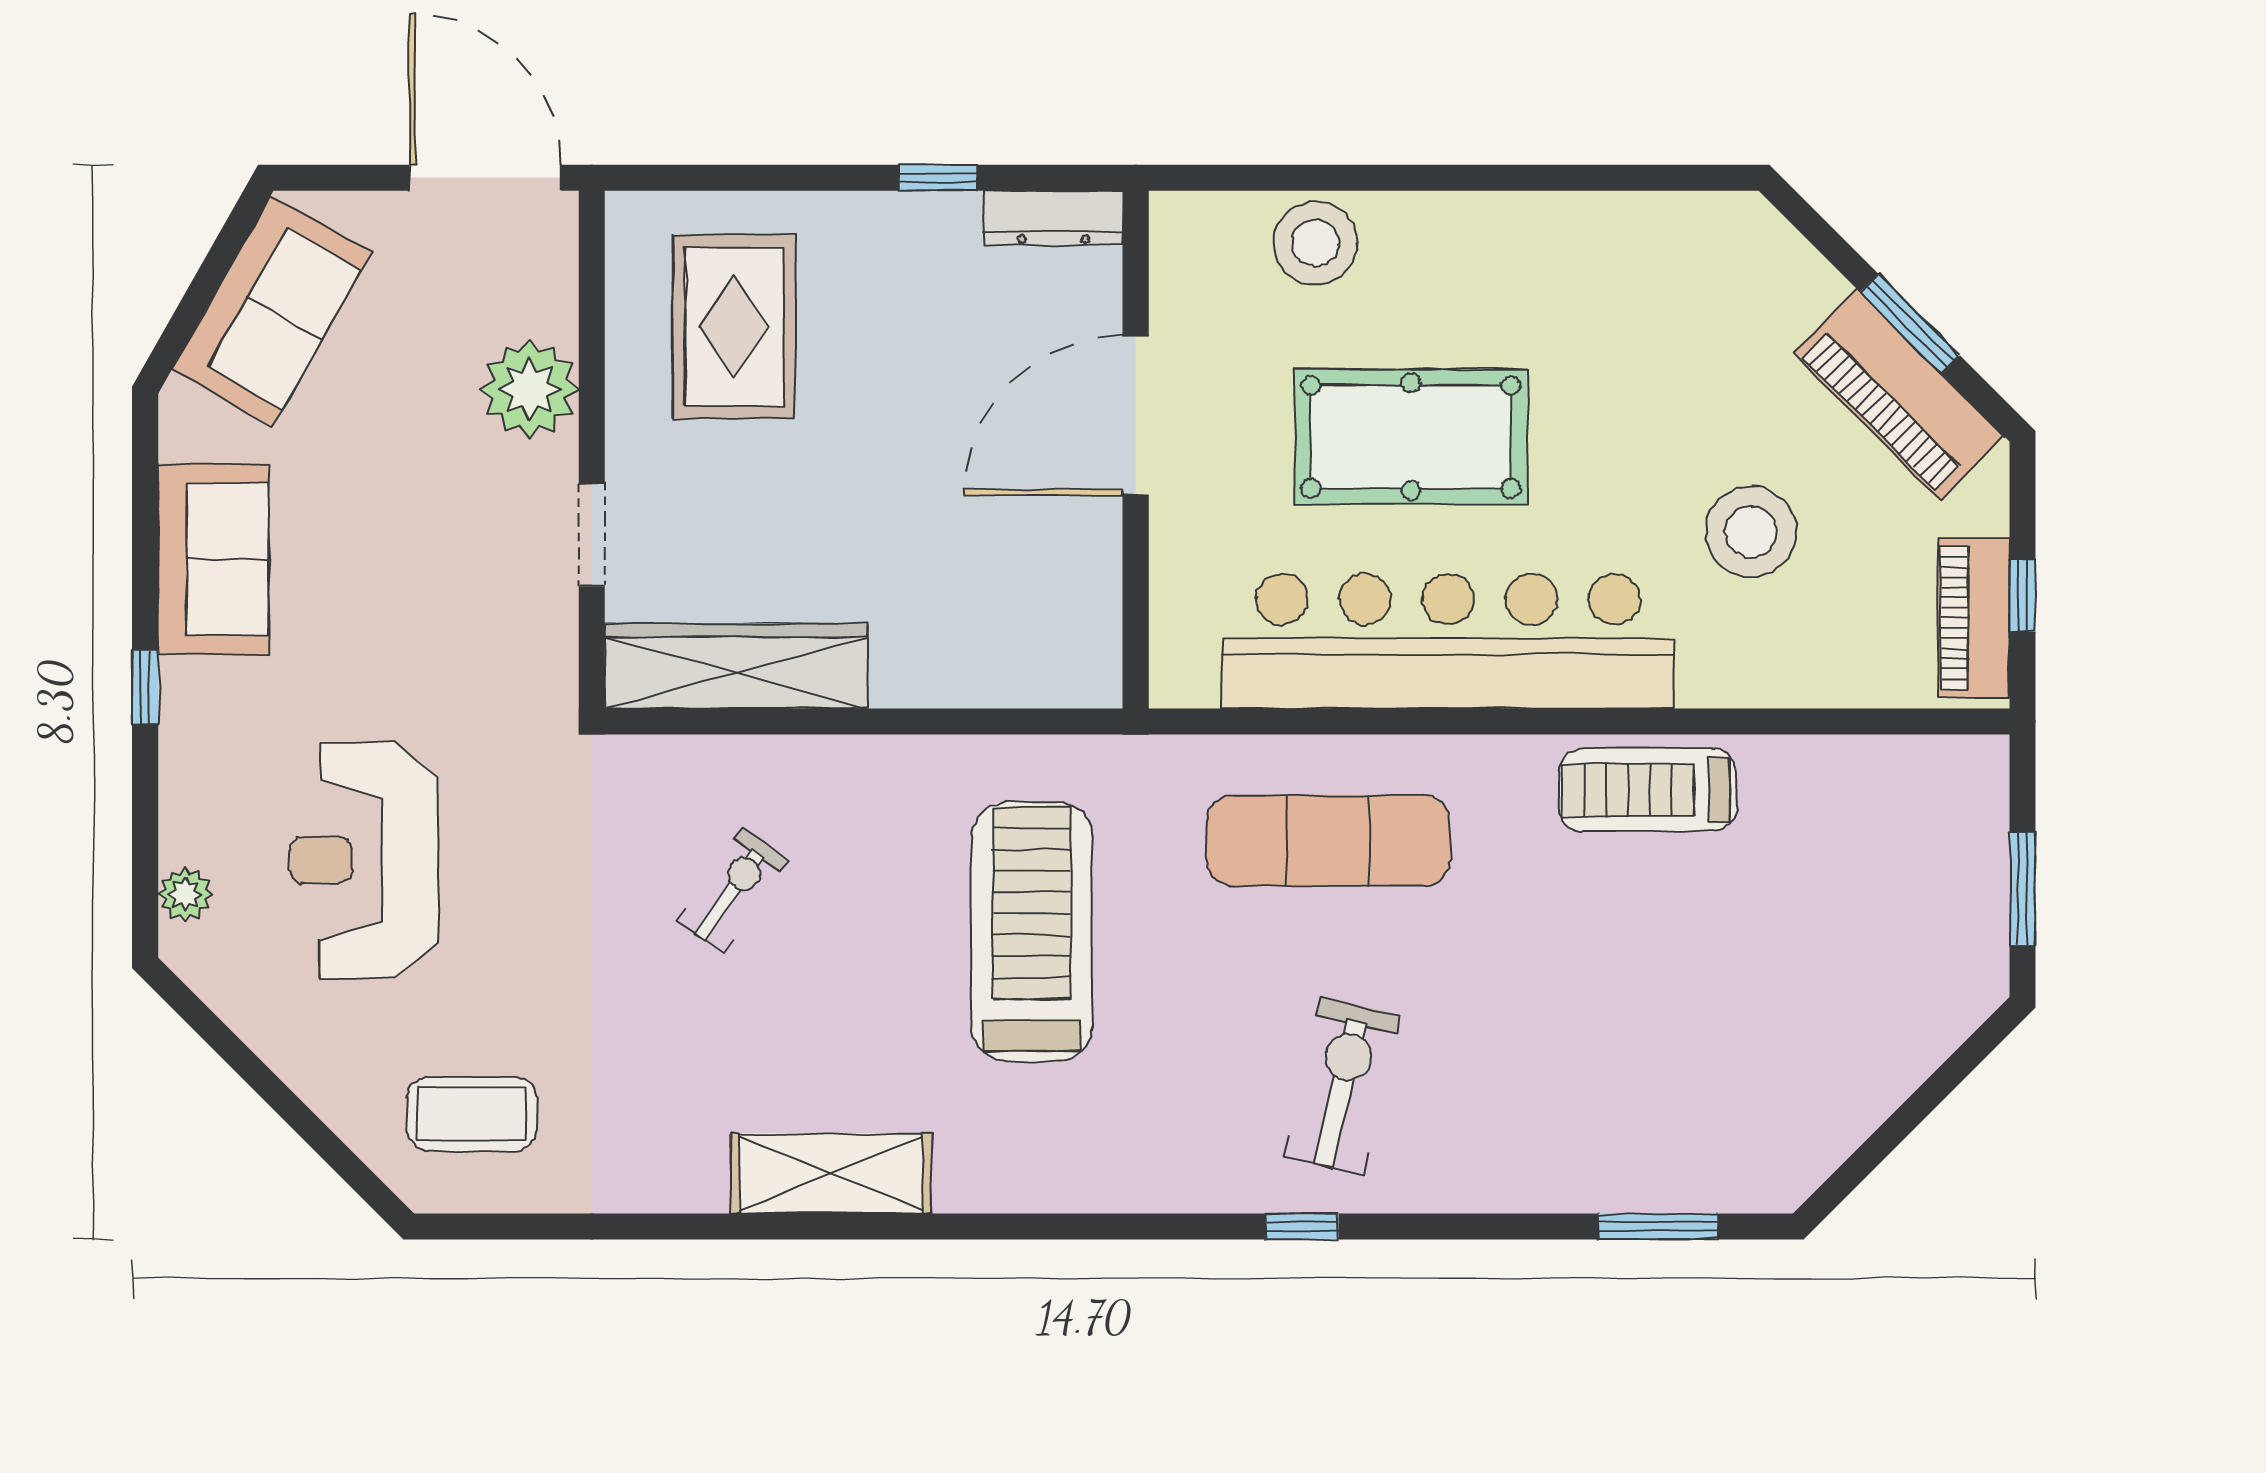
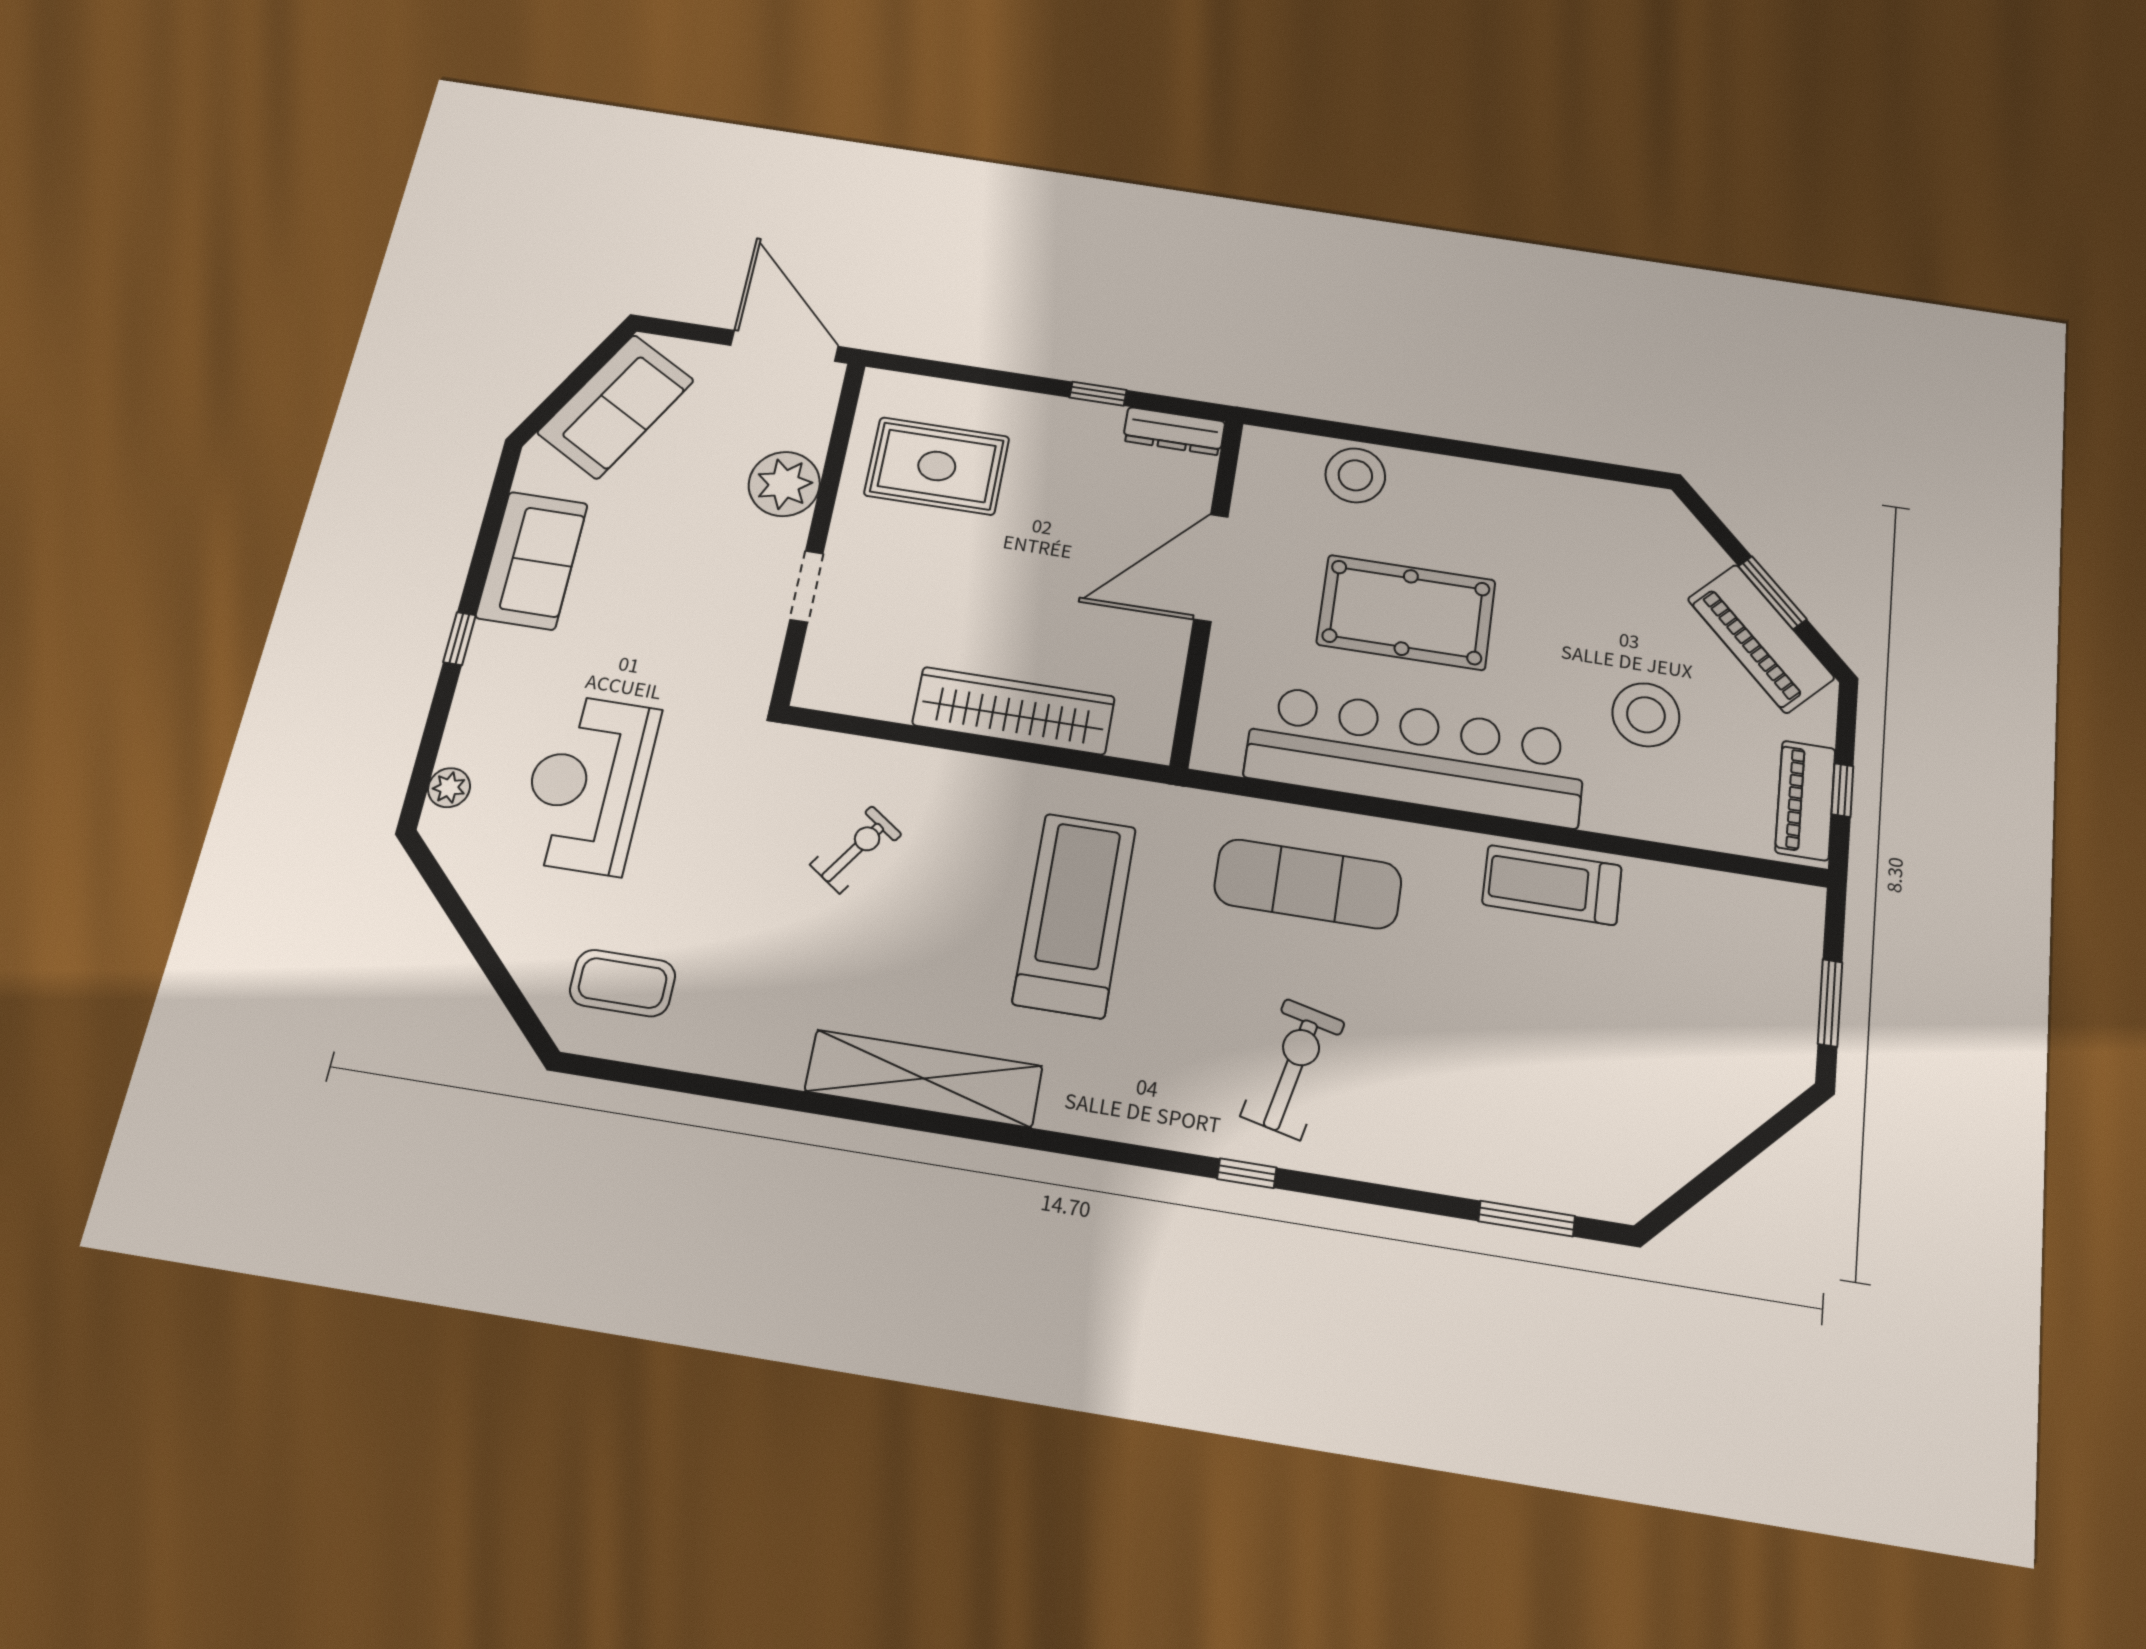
rug: (734, 327) -> (937, 466), turned 90
wardrobe: (736, 666) -> (1014, 711), moved
shelving: (831, 1174) -> (924, 1079), width x1.47

